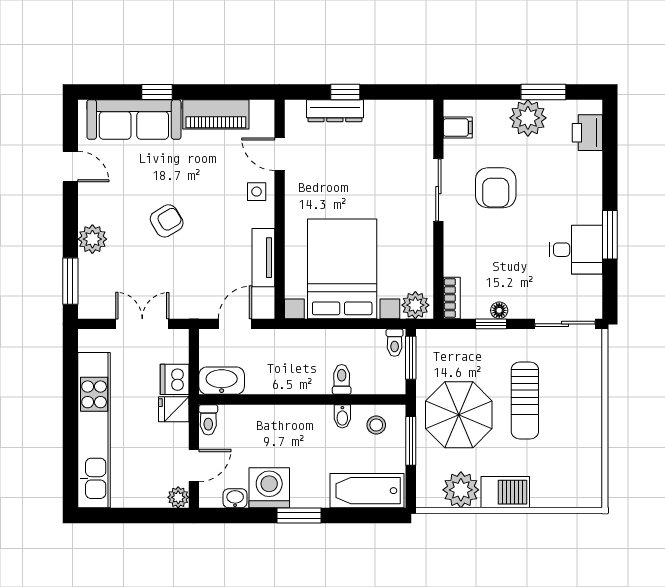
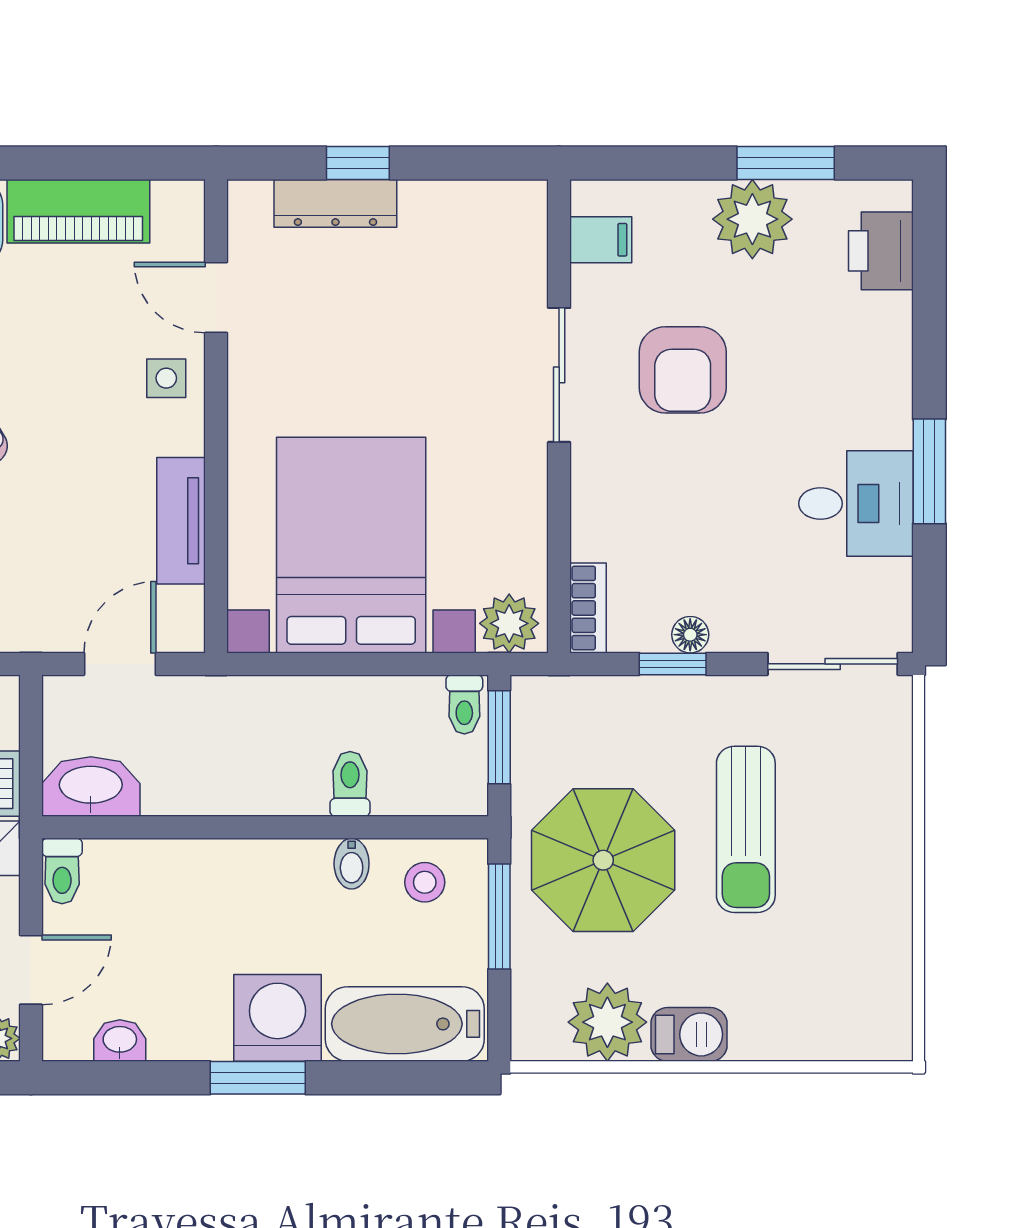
washing machine: (269, 488) -> (277, 1018), moved
barbecue: (505, 492) -> (689, 1034), width x0.73, depth x0.79

